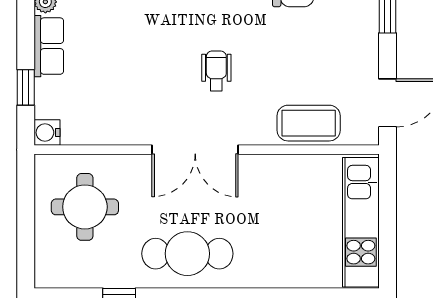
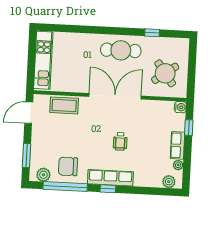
wheelchair: (216, 71) -> (120, 141), moved
double door: (195, 150) -> (115, 96), width x1.36
round table: (85, 207) -> (165, 73), turned -36

